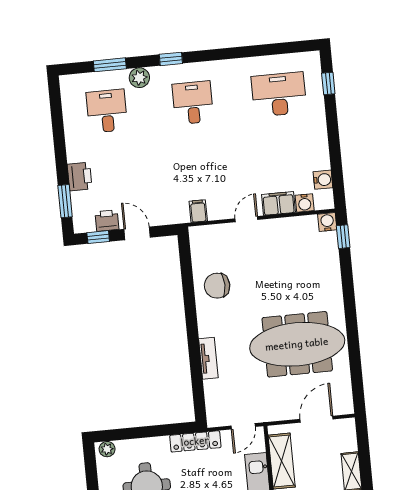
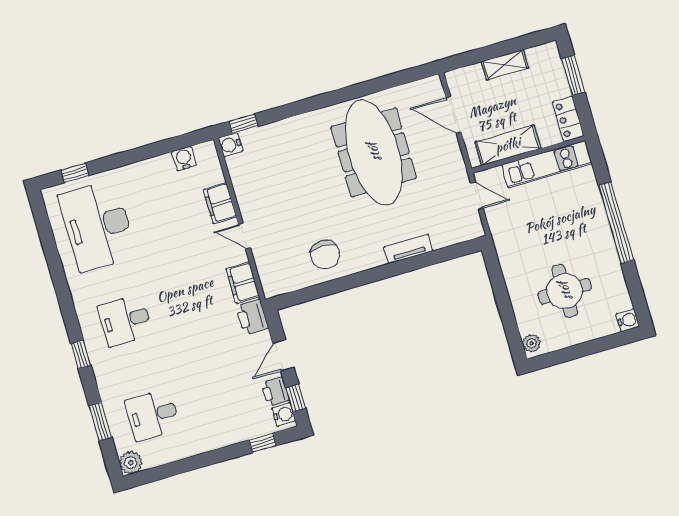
plant: (139, 78) -> (131, 463), moved
desk: (279, 94) -> (98, 226), width x1.36, depth x1.30
printer: (80, 176) -> (252, 317), moved, turned -90
window: (65, 201) -> (263, 443), width x0.67
water cooler: (305, 203) -> (284, 414), moved
filing cabinet: (198, 211) -> (243, 283), width x2.00
locker: (195, 441) -> (504, 246), removed

